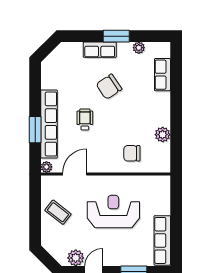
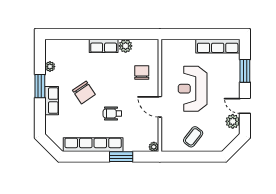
row of seats: (162, 75) -> (104, 46), moved
row of seats: (49, 124) -> (93, 145), moved
chair: (132, 153) -> (142, 73), turned 180
door: (75, 174) -> (160, 107), moved

